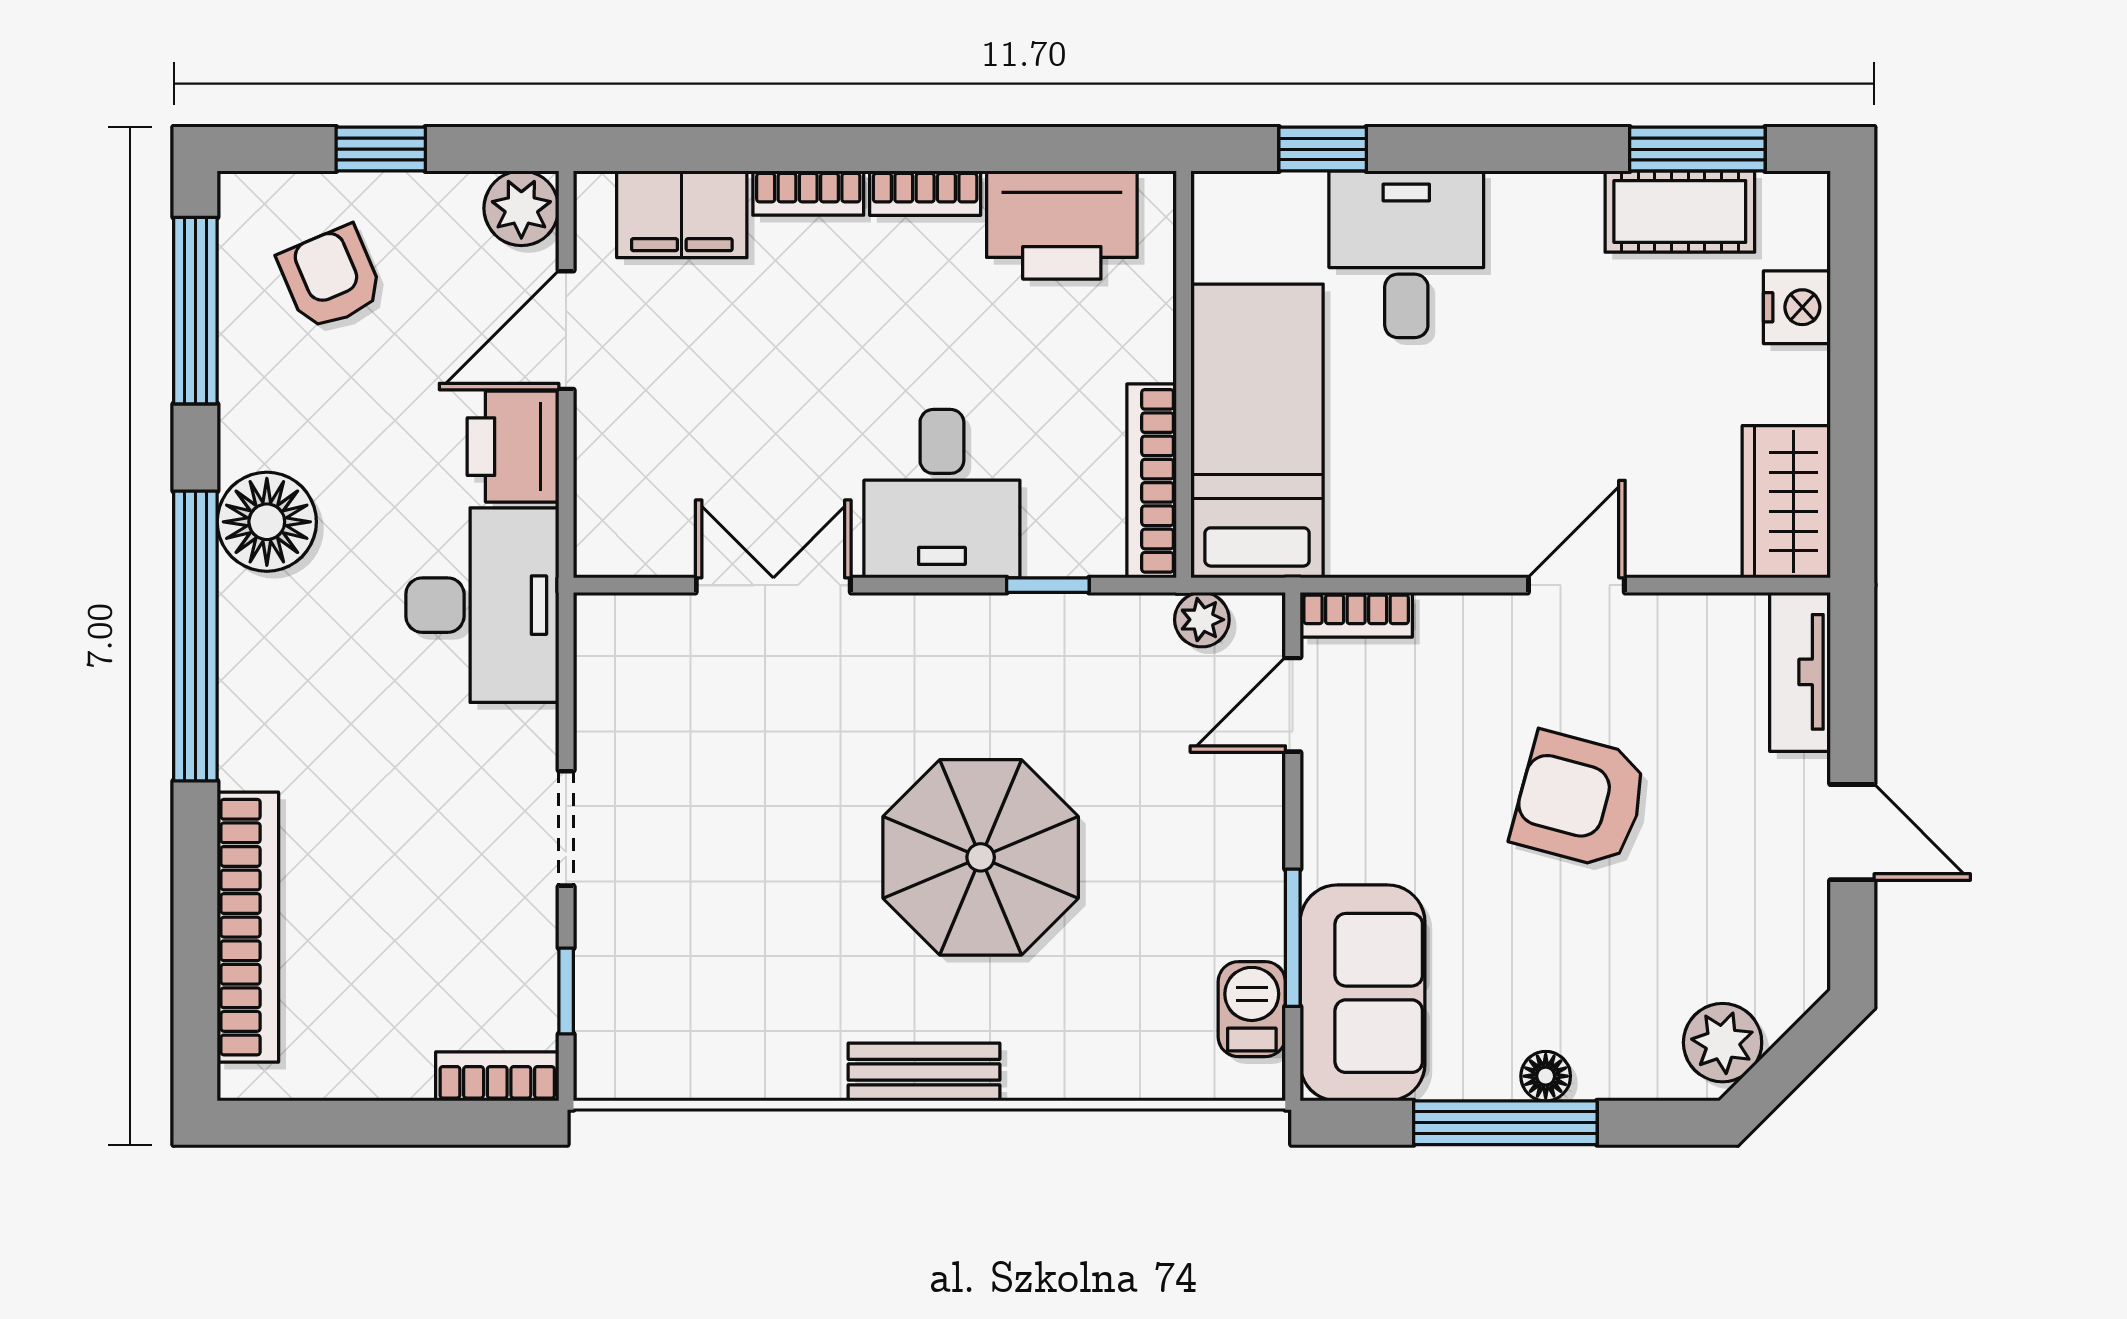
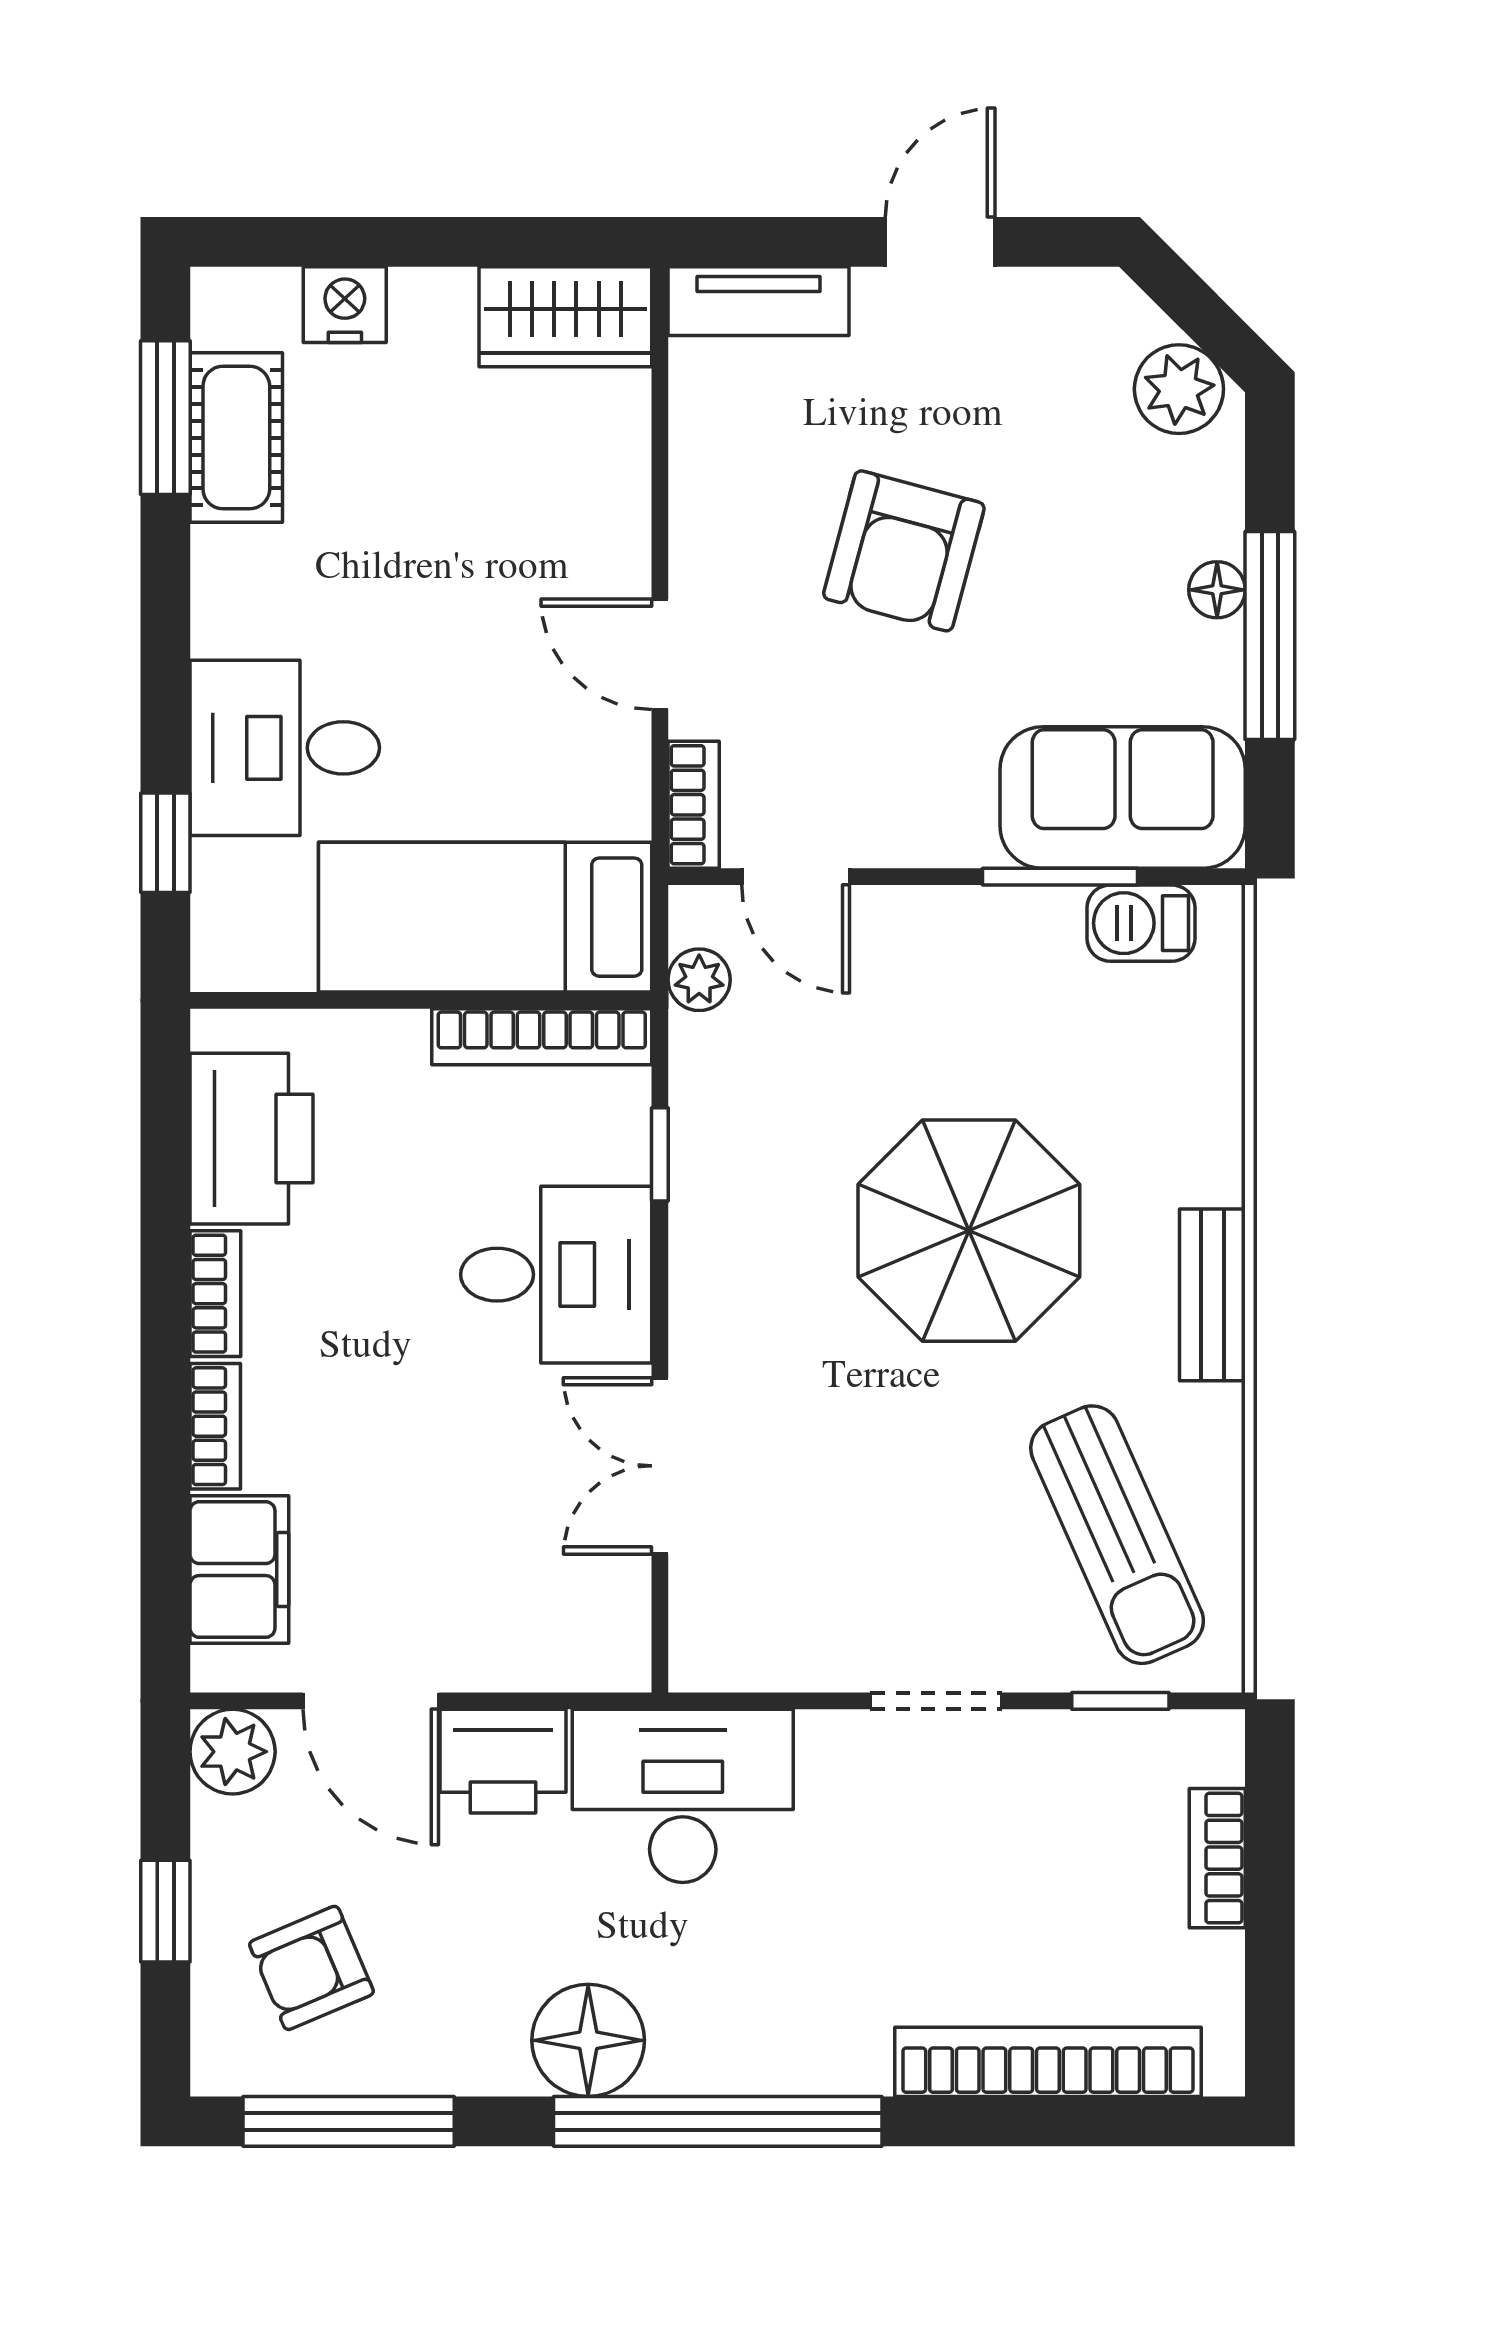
door: (1576, 585) -> (660, 654), moved
sun lounger: (713, 988) -> (1117, 1535), added
bookcase: (497, 1076) -> (1217, 1858), moved

